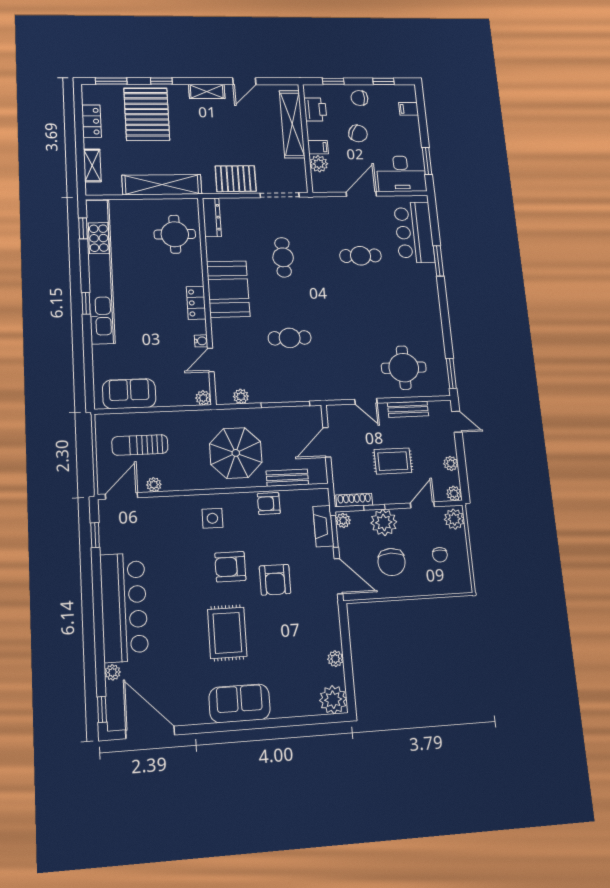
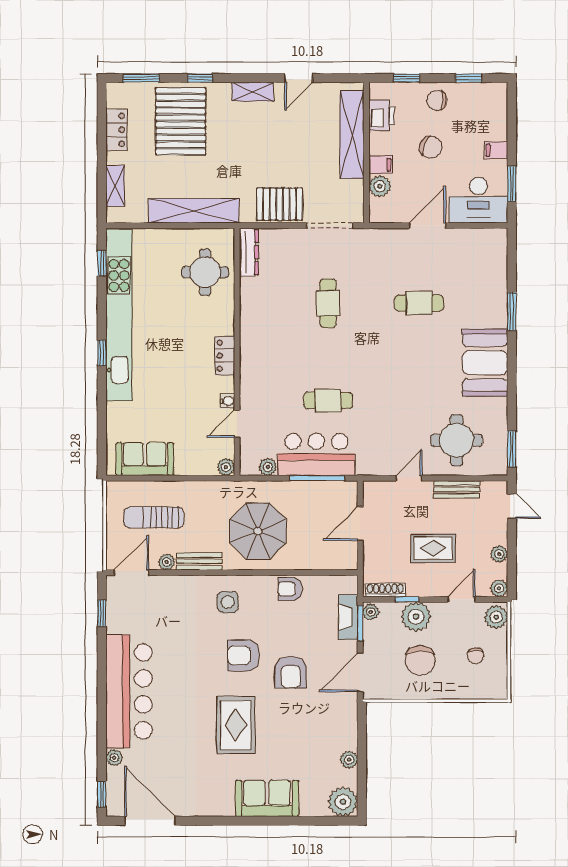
filing cabinet: (409, 109) -> (496, 150), moved
bar counter: (414, 232) -> (316, 454), moved, turned 90
booth: (228, 289) -> (485, 363), moved
door: (366, 401) -> (409, 478), swing flipped
bench: (287, 478) -> (199, 561), moved
door: (338, 576) -> (360, 673), swing flipped
sofa: (240, 703) -> (267, 798), moved

